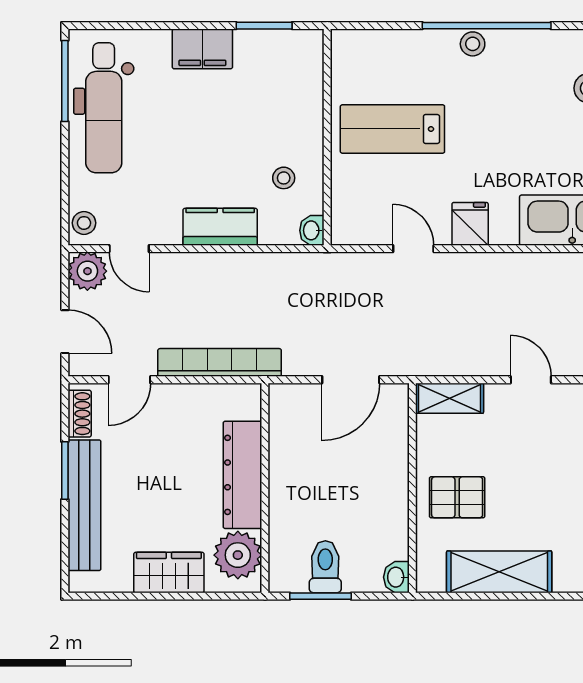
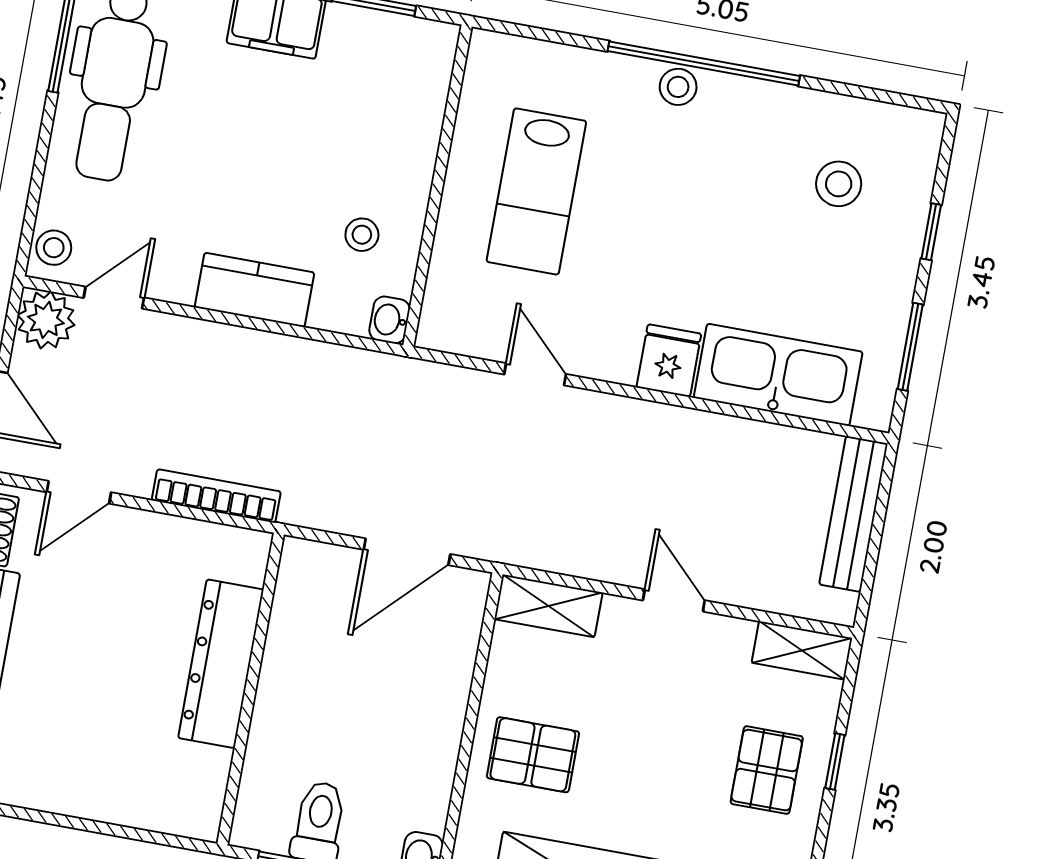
lab bench: (392, 129) -> (536, 191), turned -90
fridge: (470, 224) -> (669, 361), moved
door: (129, 249) -> (114, 298), swing flipped
bookcase: (220, 362) -> (216, 496), width x0.68, depth x0.76
plant: (238, 555) -> (192, 781), removed
wardrobe: (169, 573) -> (85, 789), removed

